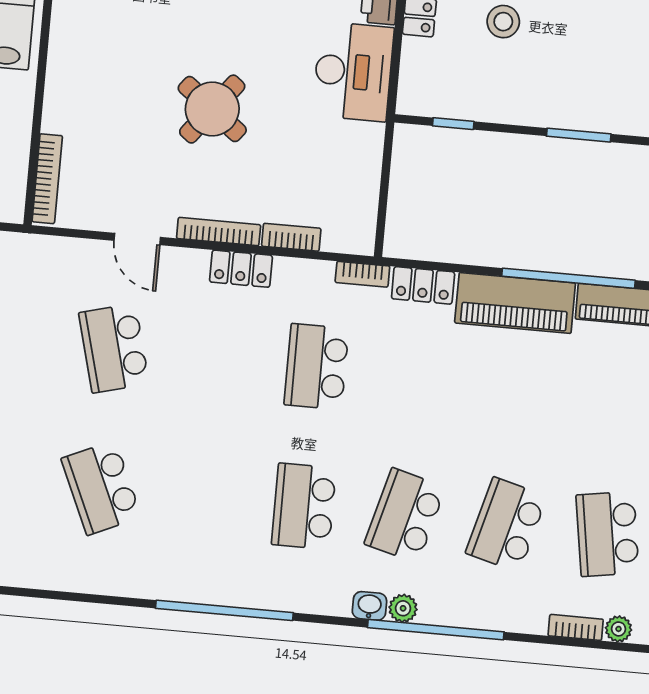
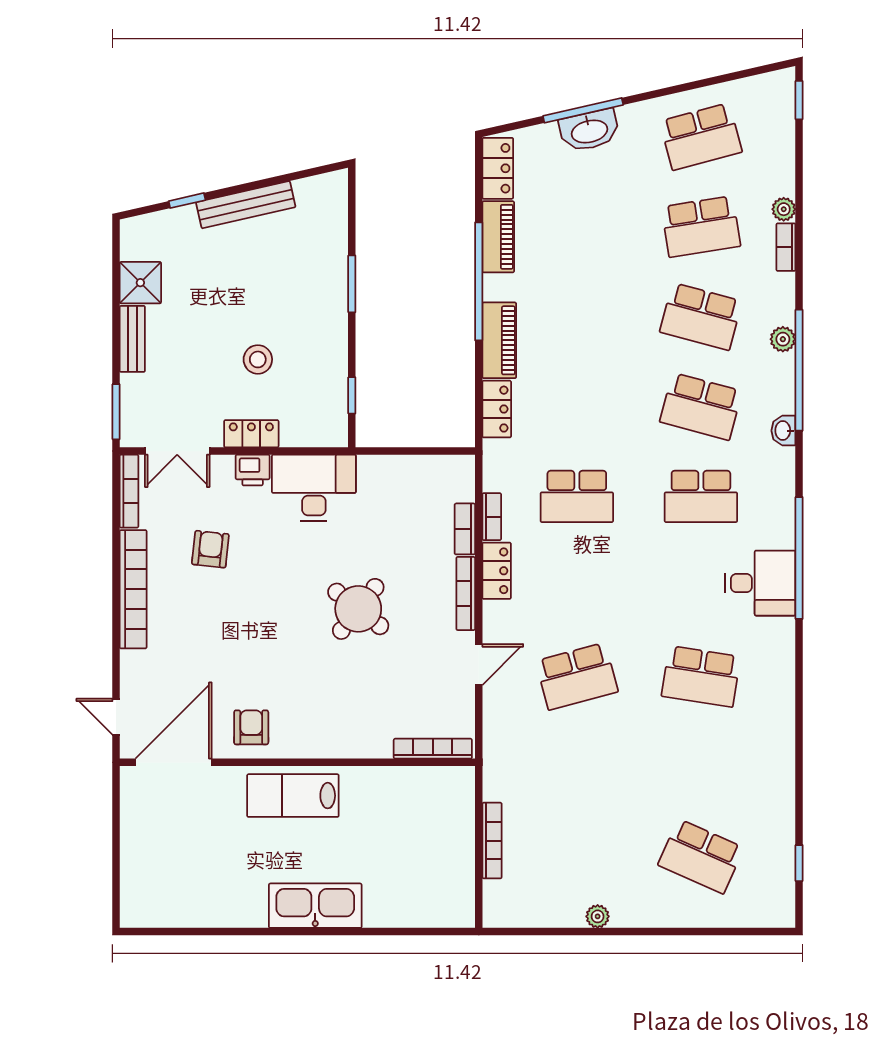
bookcase: (362, 274) -> (492, 517), moved
piano: (515, 303) -> (499, 340), width x0.73, depth x0.75
school desk: (101, 488) -> (701, 676), turned 33
desk: (200, 564) -> (760, 583), added
plant: (403, 608) -> (783, 339), moved

